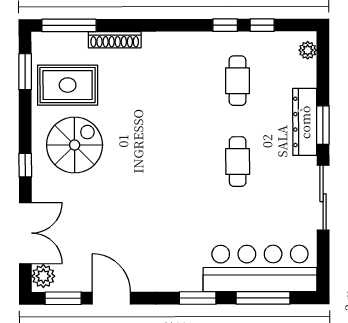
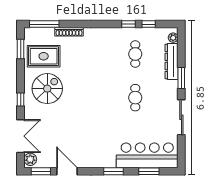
dresser: (305, 122) -> (172, 61), moved
window: (263, 298) -> (149, 171), width x0.69

